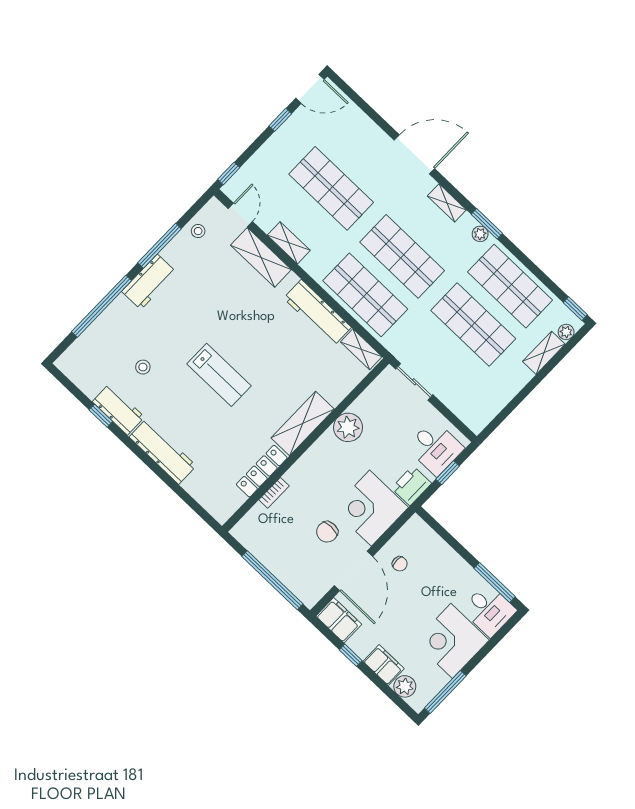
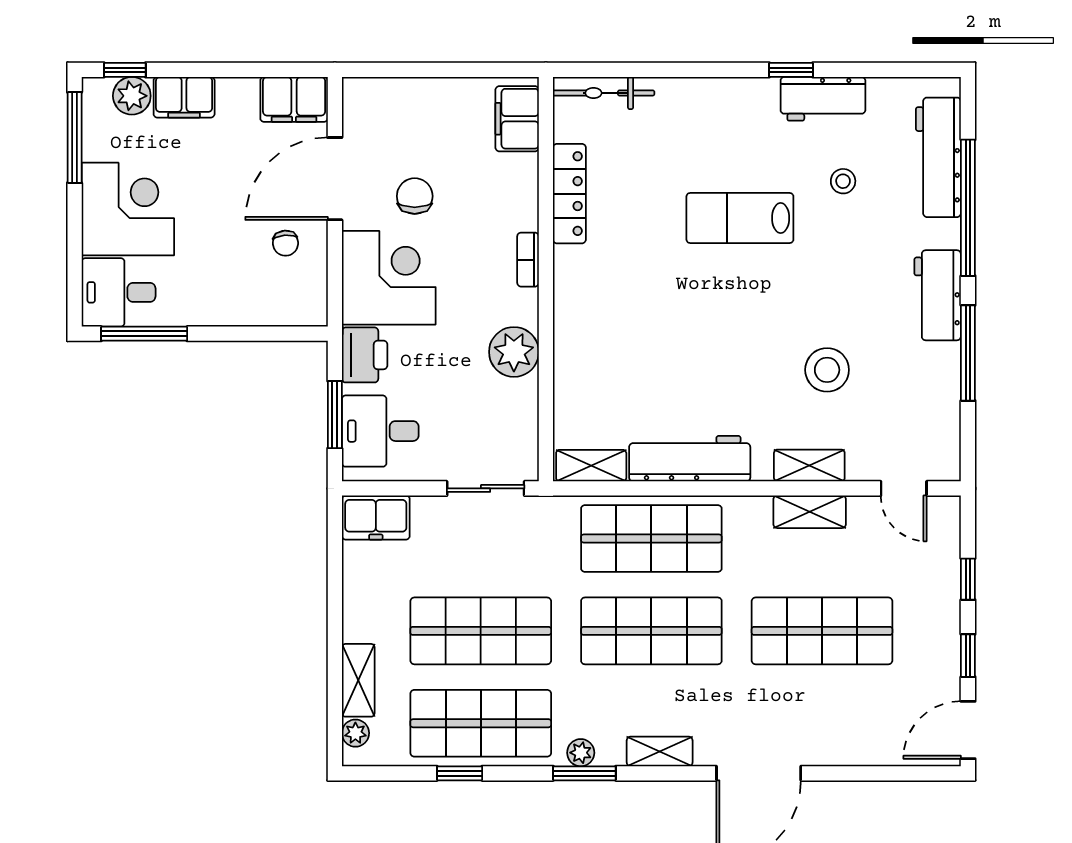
window: (229, 173) -> (968, 579), moved
stool: (198, 231) -> (827, 370), moved, width x1.89, depth x1.89
shelving: (261, 257) -> (809, 465), width x0.67, depth x0.75
window: (575, 309) -> (460, 773), moved
lab bench: (219, 375) -> (740, 218), moved
freezer: (472, 414) -> (376, 518), added
window: (101, 416) -> (791, 70), moved
shelving: (303, 423) -> (575, 302), removed
workbench: (163, 451) -> (938, 157), moved, turned 90
window: (448, 473) -> (335, 415), width x1.50
bookcase: (274, 493) -> (528, 260), moved
bicycle: (207, 499) -> (604, 93), added
filing cabinet: (254, 523) -> (517, 119), added
chair: (400, 564) -> (285, 243), turned -95
door: (353, 571) -> (335, 179), hinge flipped
window: (272, 580) -> (425, 70), removed
window: (351, 655) -> (125, 70), moved

